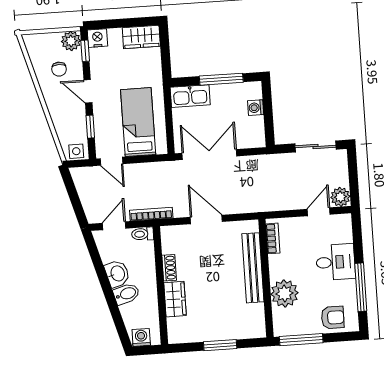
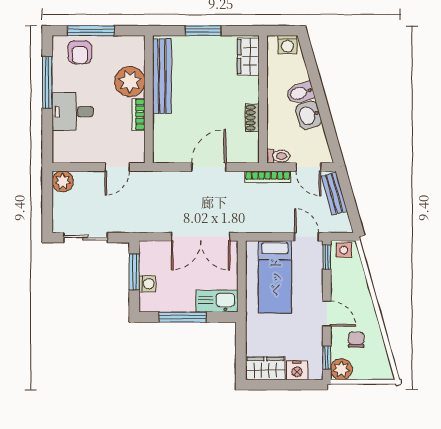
nightstand: (97, 38) -> (297, 370), moved
window: (268, 118) -> (134, 272), added
window: (90, 127) -> (327, 257), moved
bench: (88, 203) -> (334, 194), added
door: (319, 212) -> (117, 167), moved
door: (206, 219) -> (209, 167), swing flipped
door: (114, 226) -> (308, 167), hinge flipped
bookcase: (273, 238) -> (138, 114), moved
bench: (253, 268) -> (162, 76), moved
wardrobe: (175, 299) -> (248, 57), moved
armchair: (333, 318) -> (80, 52), turned -90
window: (301, 340) -> (91, 31), moved

